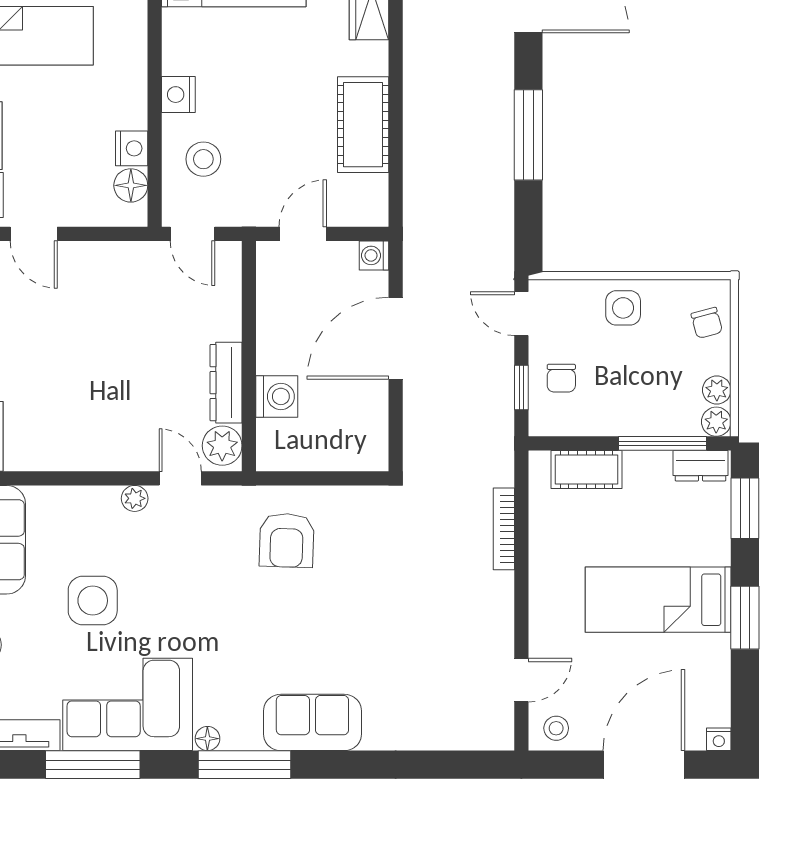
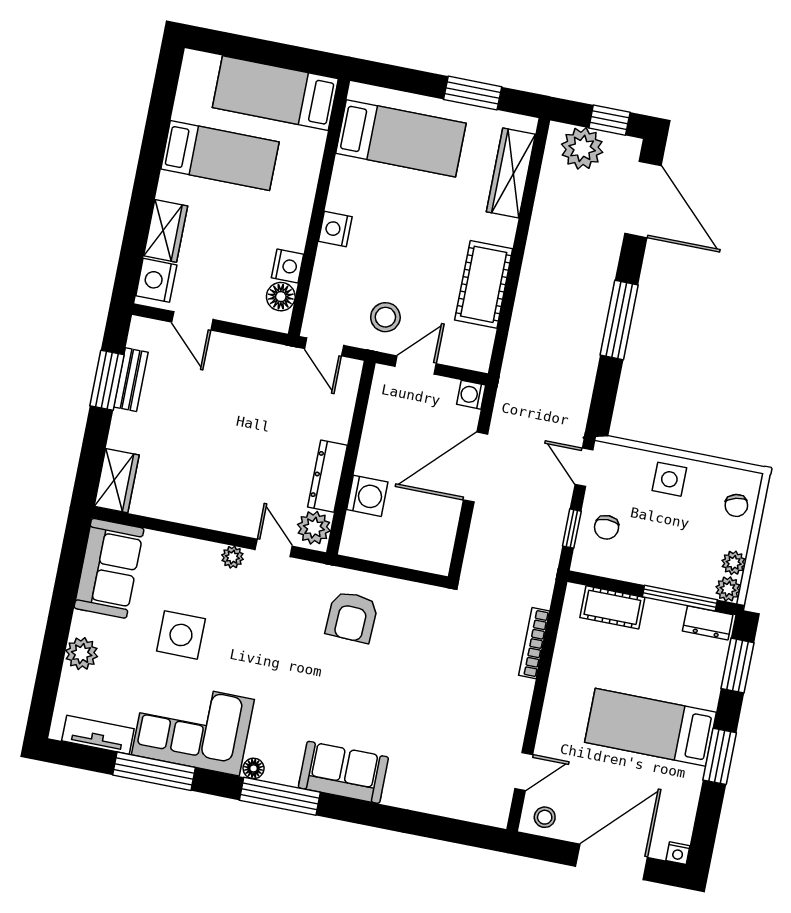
stool: (203, 159) -> (385, 317), moved

